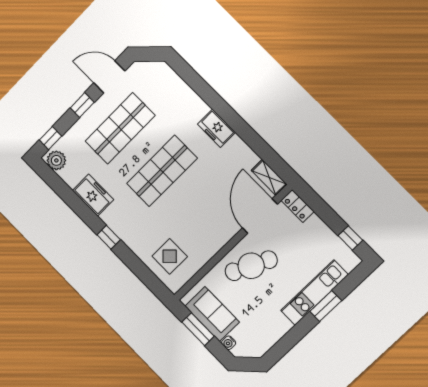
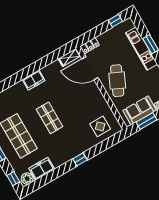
shop shelf: (162, 171) -> (50, 118), width x0.70, depth x0.74
freezer: (93, 195) -> (42, 169), moved

